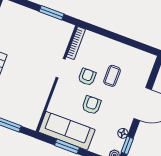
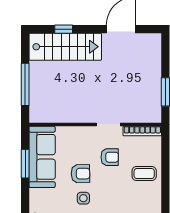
coffee table: (112, 76) -> (144, 174), moved
side table: (112, 110) -> (83, 198), added

